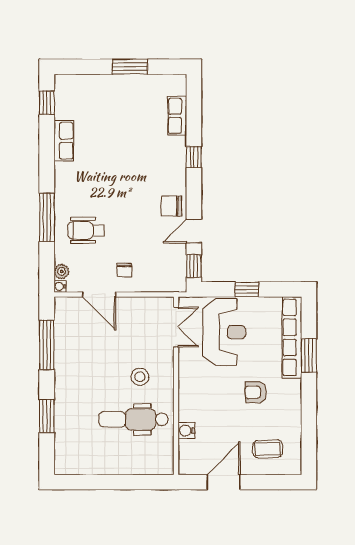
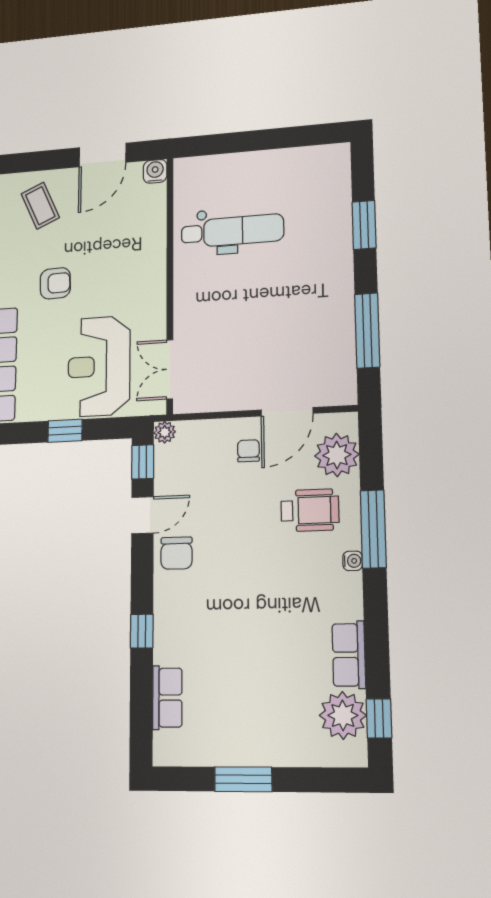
plant: (68, 105) -> (343, 715), added
chair: (171, 206) -> (176, 553), turned 90
plant: (62, 271) -> (337, 455), width x1.87, depth x1.87
plant: (179, 285) -> (165, 432), added
water cooler: (60, 286) -> (353, 561), moved
door: (99, 294) -> (287, 412), swing flipped
stool: (140, 377) -> (223, 293), removed
water cooler: (186, 430) -> (155, 171), moved, turned -90
coffee table: (268, 449) -> (40, 206), turned 68

